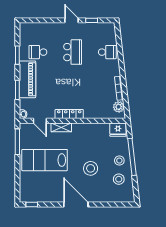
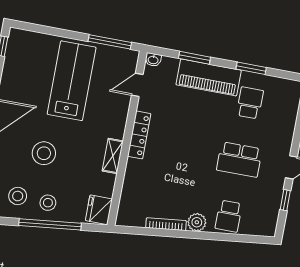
plant: (119, 107) -> (197, 222), moved
shelving: (61, 127) -> (113, 156), moved

